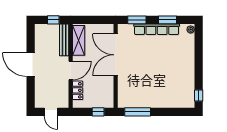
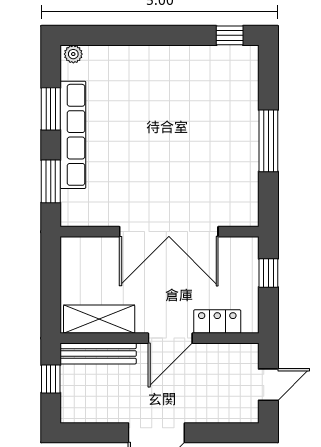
double door: (116, 55) -> (169, 232), moved
door: (71, 70) -> (170, 338), swing flipped
window: (138, 112) -> (268, 141), moved

